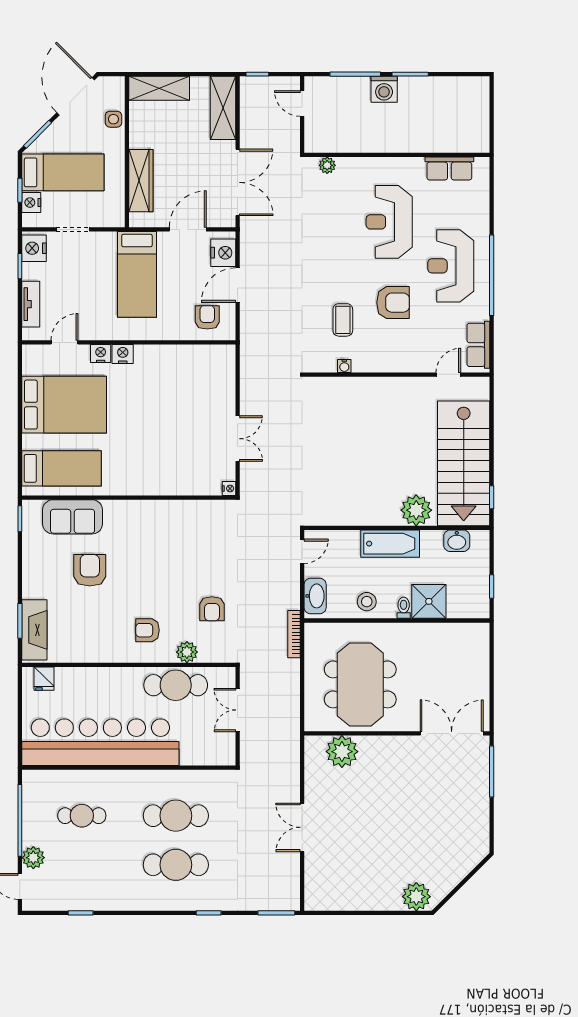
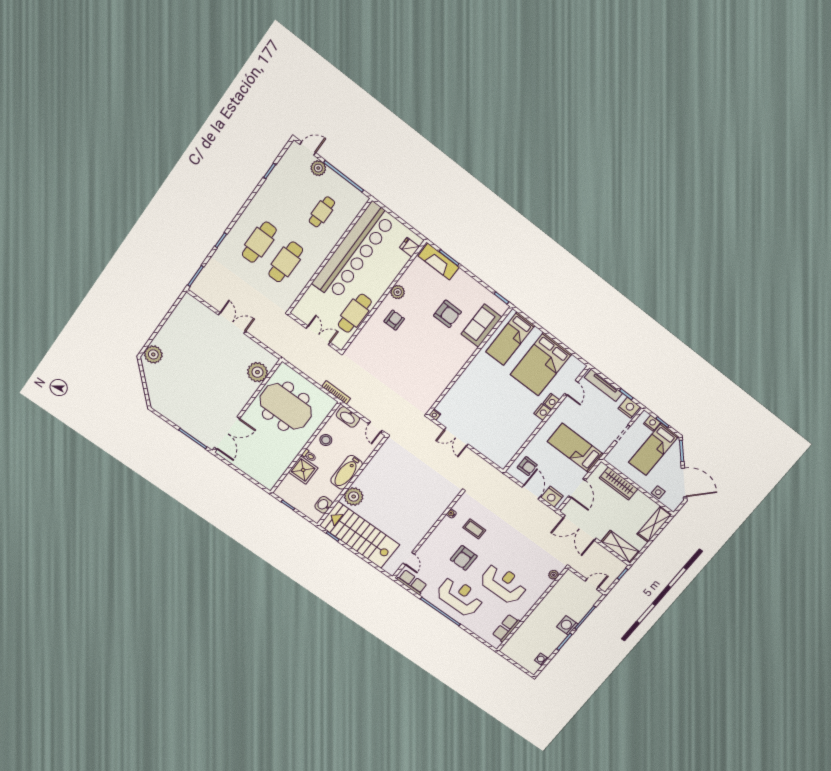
washing machine: (459, 85) -> (541, 659), added
tv unit: (31, 304) -> (603, 385), width x1.41
armchair: (212, 609) -> (380, 361), removed
plant: (187, 652) -> (398, 292), moved

